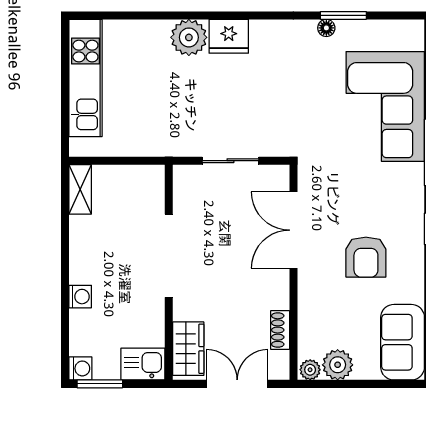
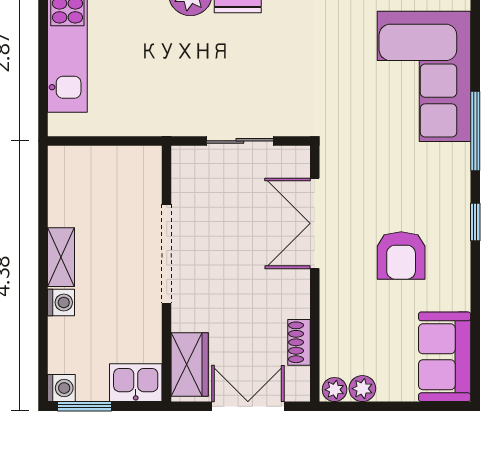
shelving: (80, 189) -> (61, 257), moved
plant: (338, 365) -> (362, 389), width x0.73, depth x0.73

